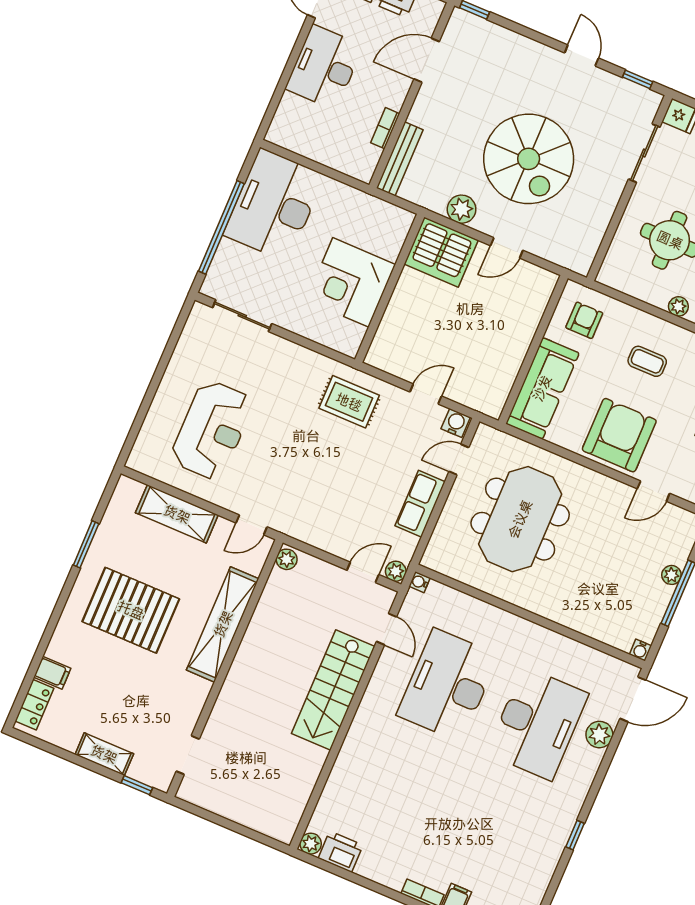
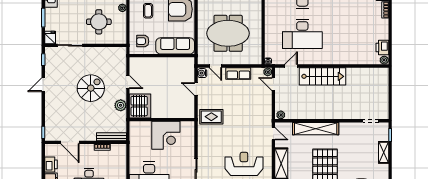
spiral stairs: (529, 159) -> (91, 88), width x0.73, depth x0.73
rug: (349, 402) -> (211, 117), turned 90

